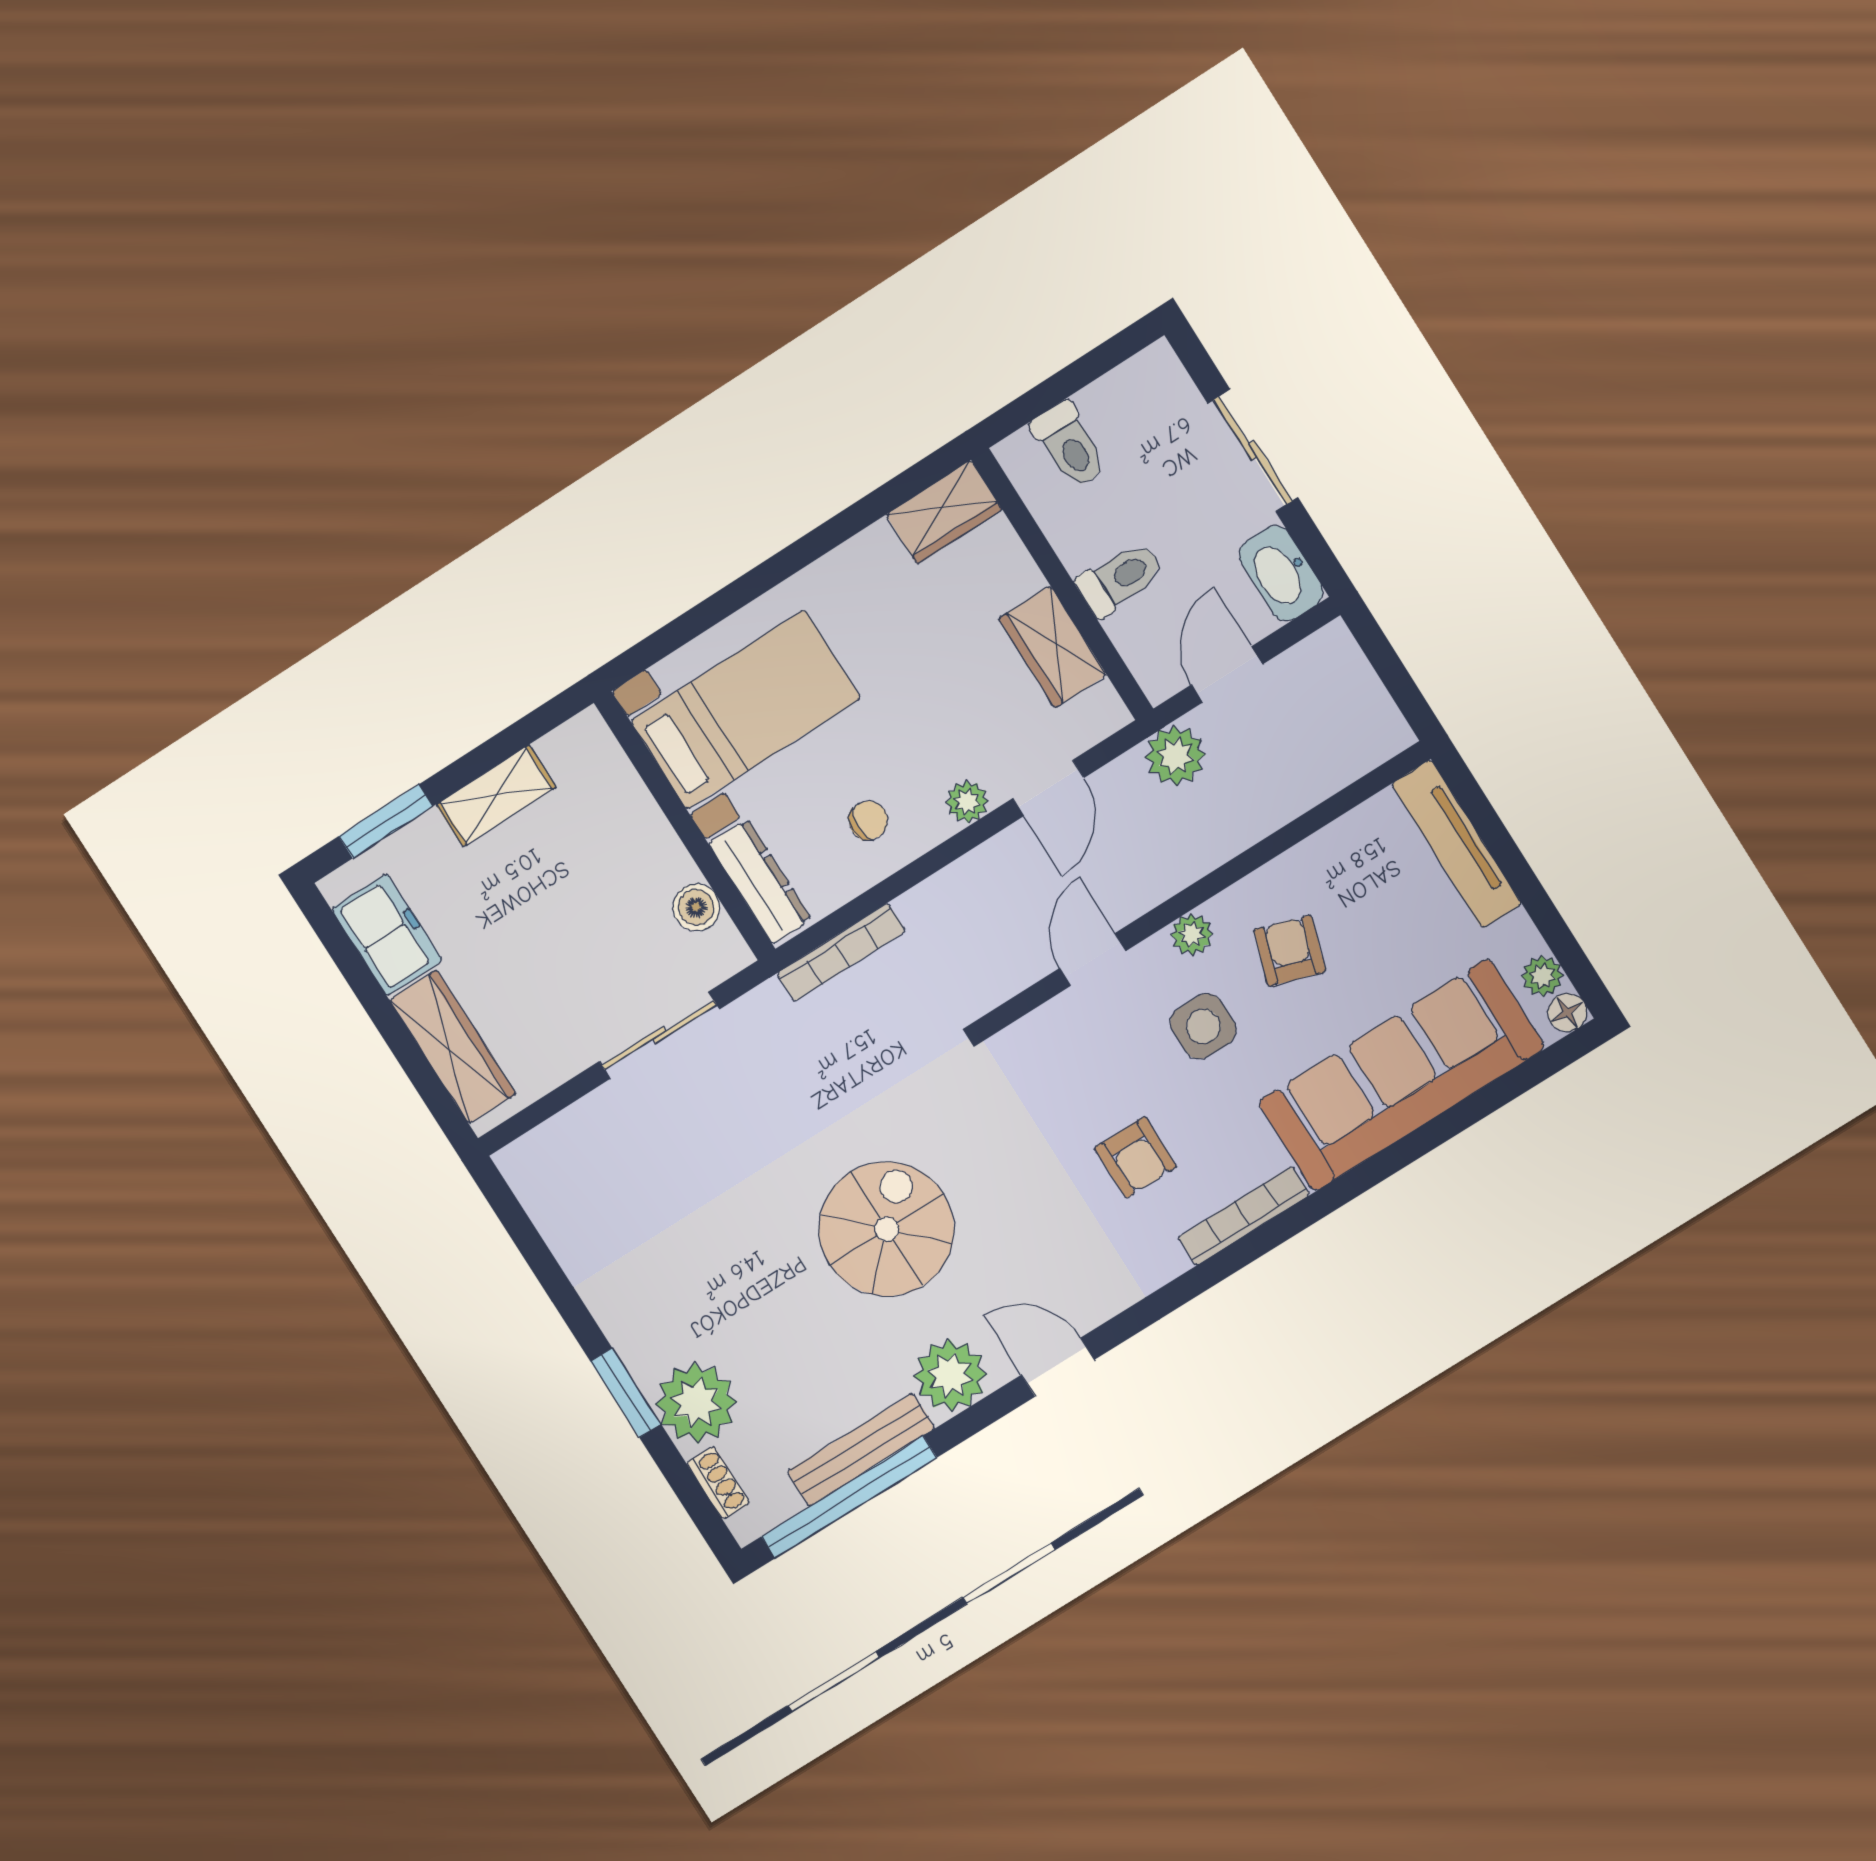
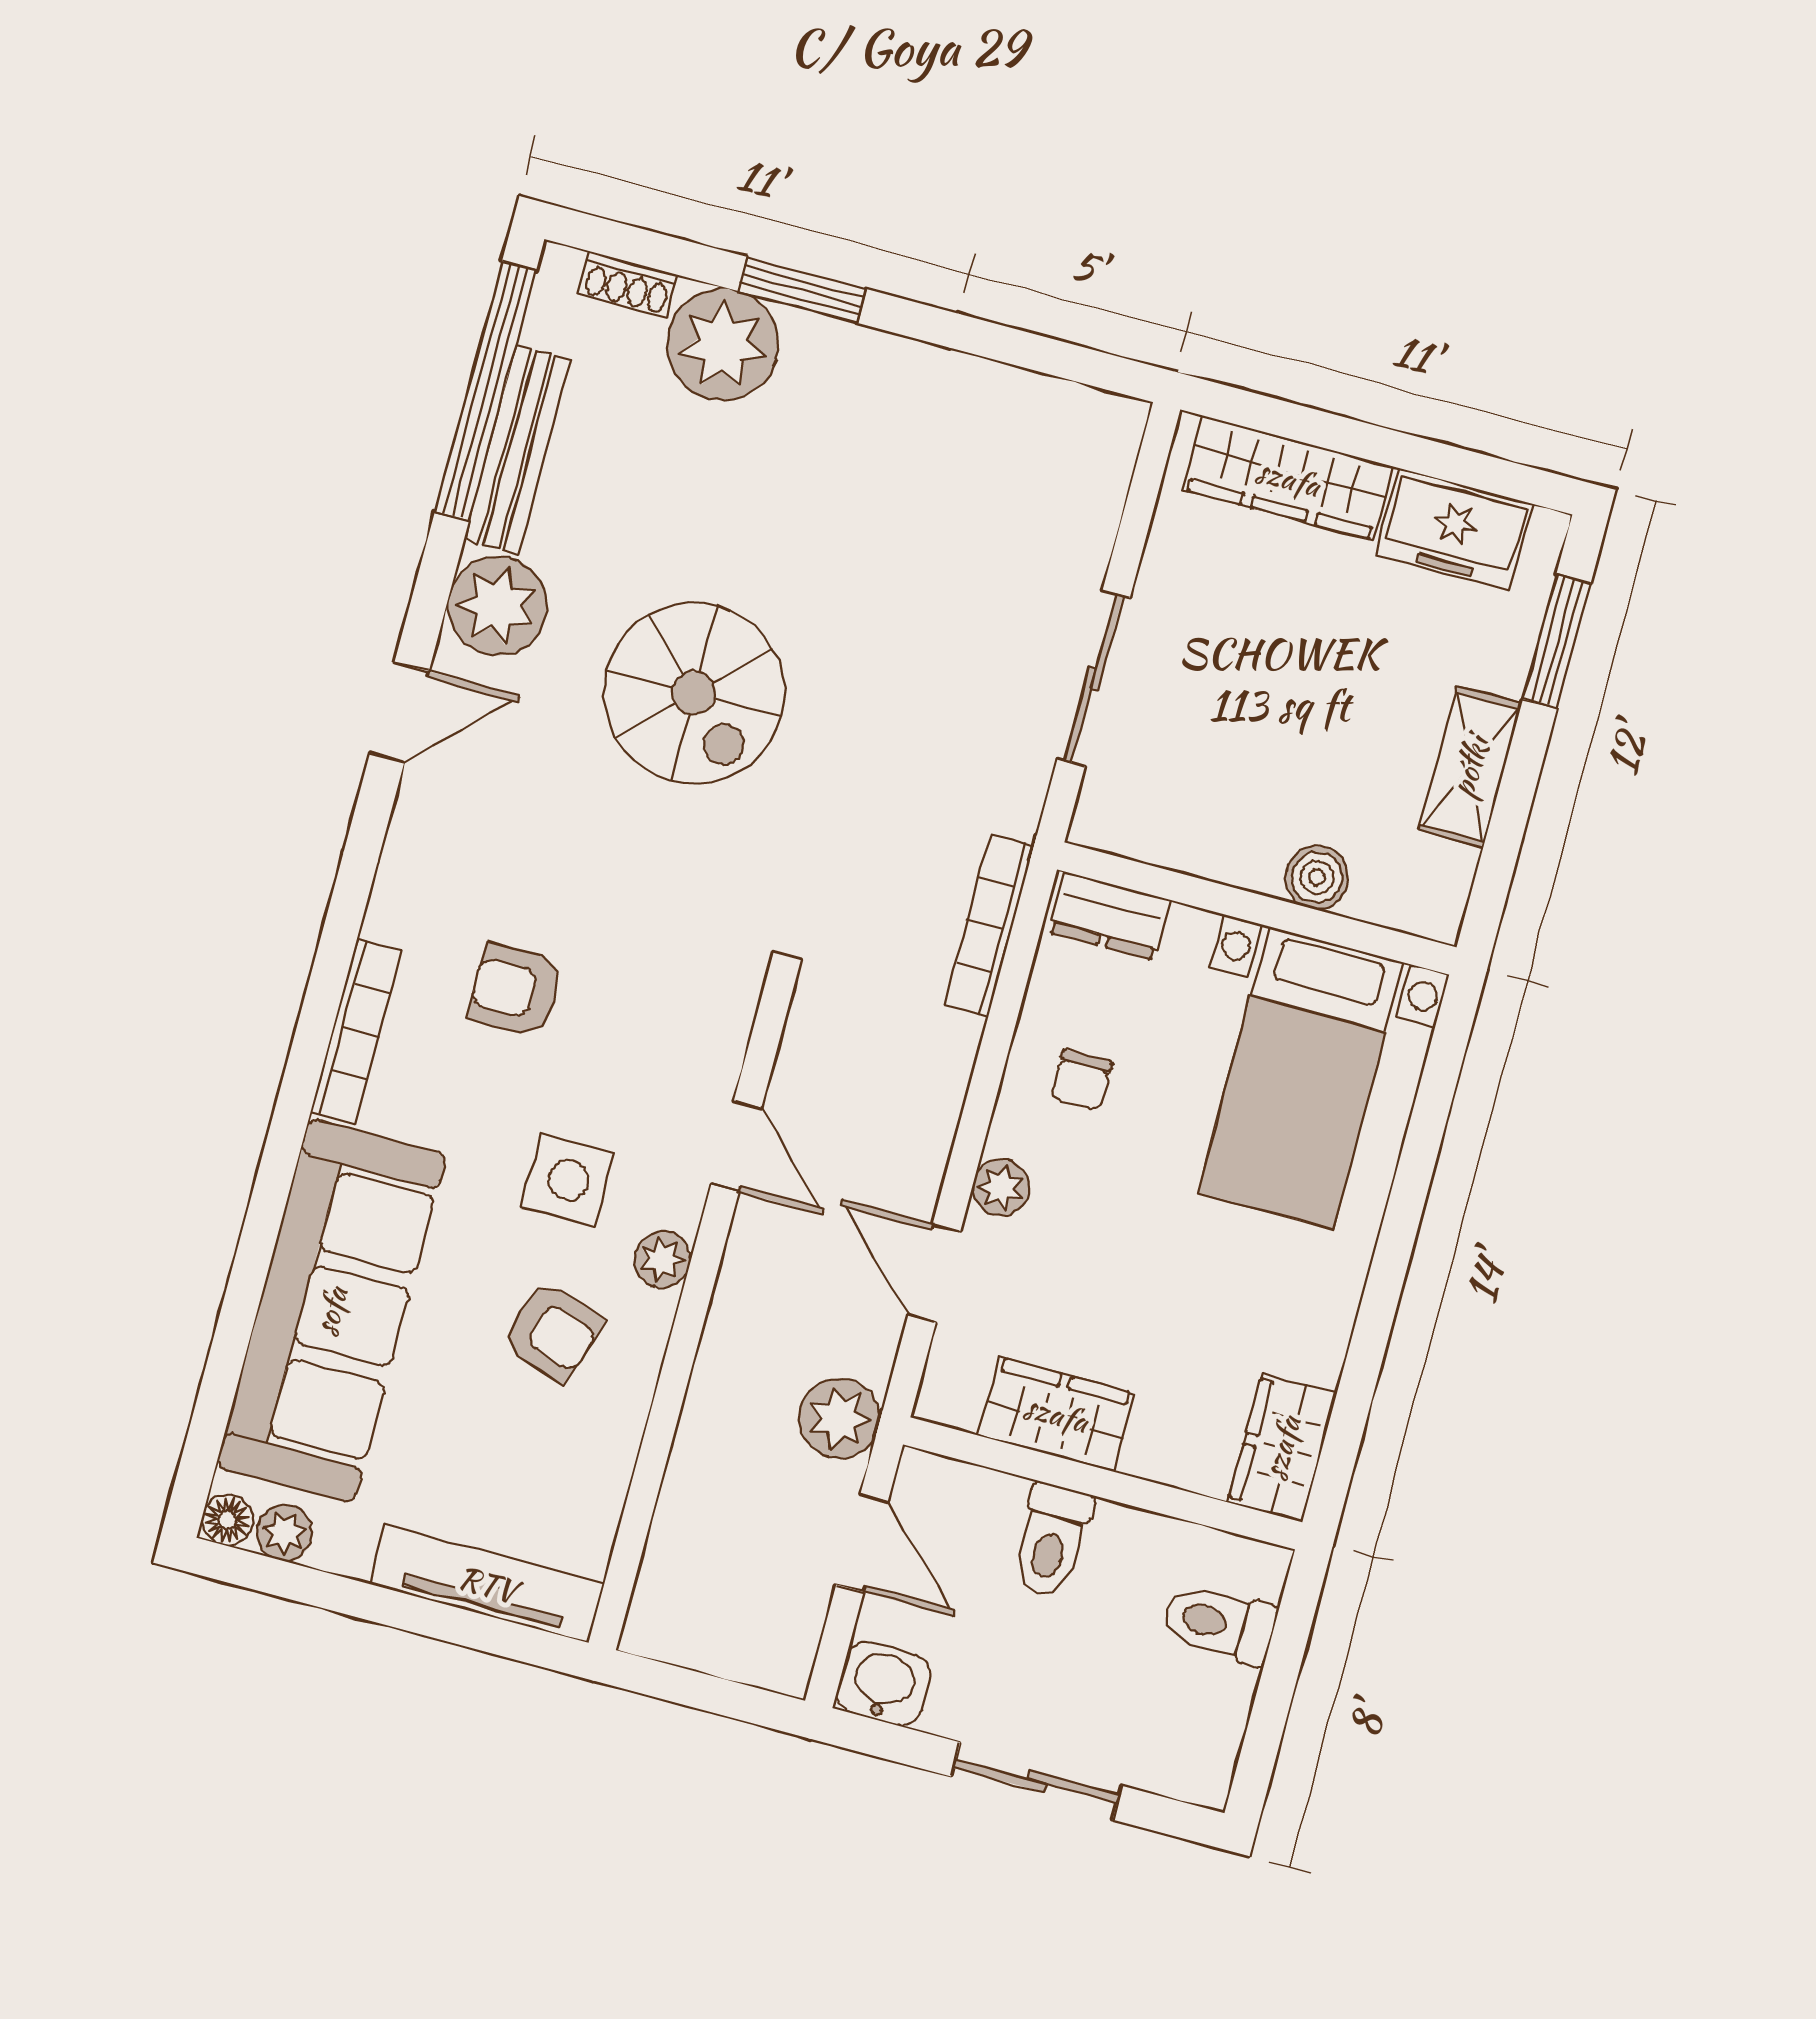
washbasin: (1281, 573) -> (884, 1684), width x0.72
dresser: (760, 881) -> (1109, 916), width x0.70
boiler: (696, 907) -> (1317, 878), moved

